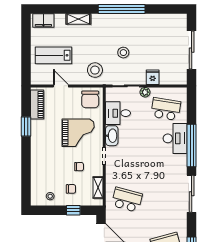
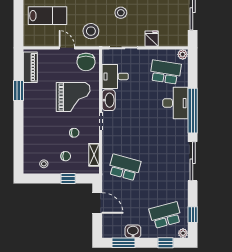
lab bench: (54, 55) -> (47, 16), turned 180
door: (61, 86) -> (67, 48), moved
plant: (145, 92) -> (183, 54), moved

